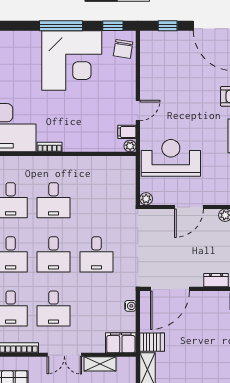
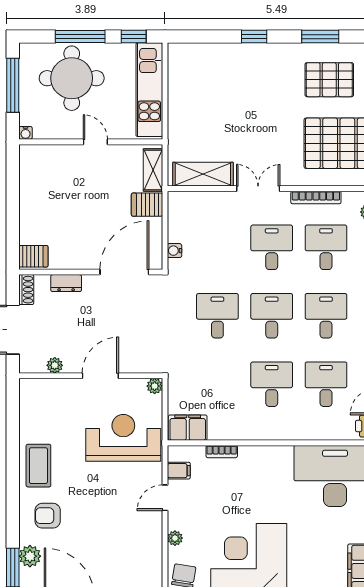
plant: (130, 146) -> (175, 538), moved
bookcase: (50, 147) -> (222, 452), moved
reception desk: (171, 158) -> (123, 438), turned 180
filing cabinet: (121, 343) -> (188, 428), moved, turned 180
shelving: (100, 364) -> (203, 174), width x1.50, depth x1.33

